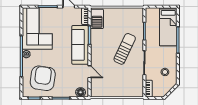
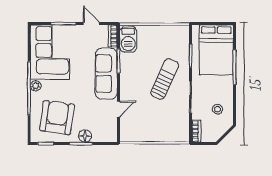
bed: (168, 27) -> (216, 50), width x1.50
door: (90, 72) -> (118, 109), hinge flipped
floor lamp: (81, 92) -> (85, 136), moved

